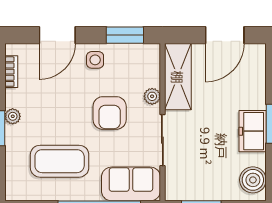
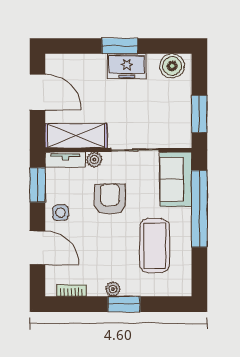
tv unit: (152, 65) -> (65, 160), added
armchair: (110, 113) -> (110, 199), turned -90

